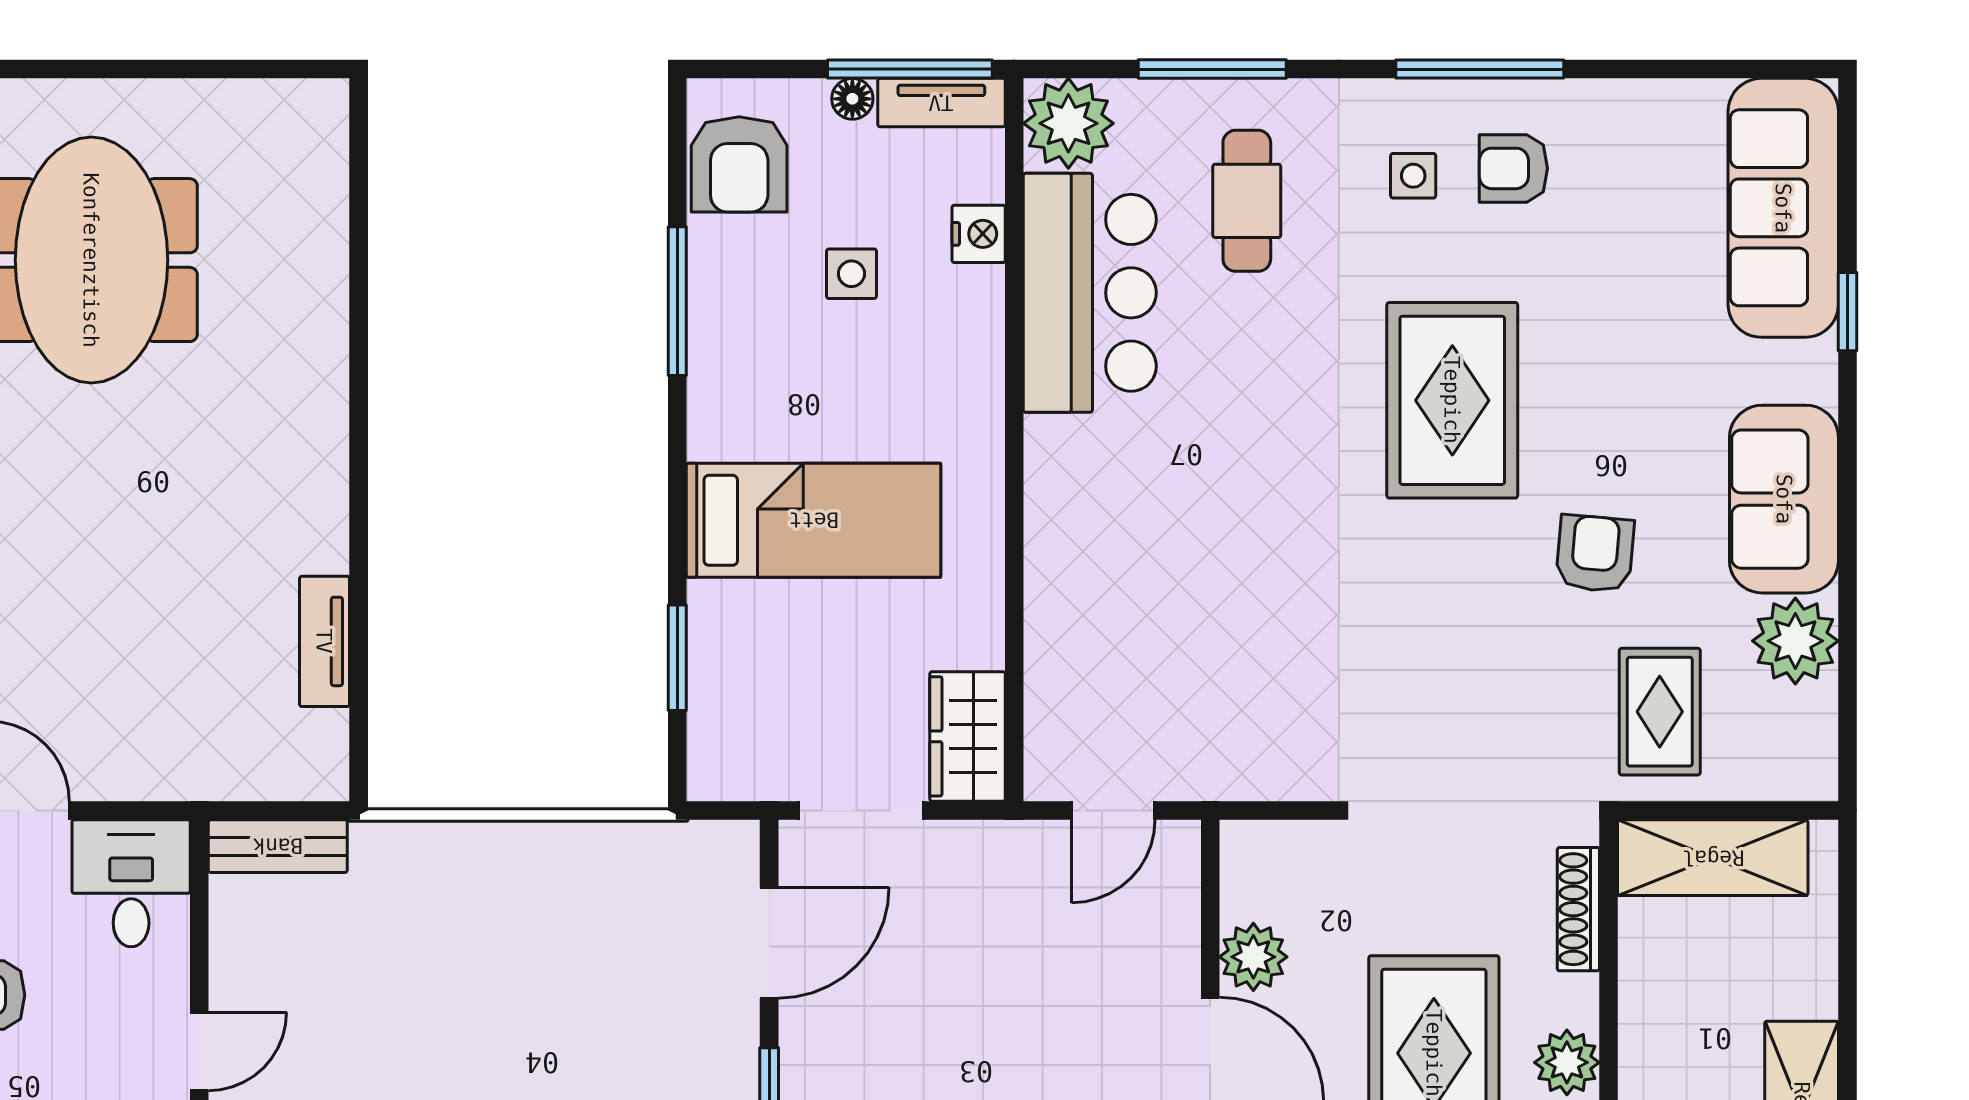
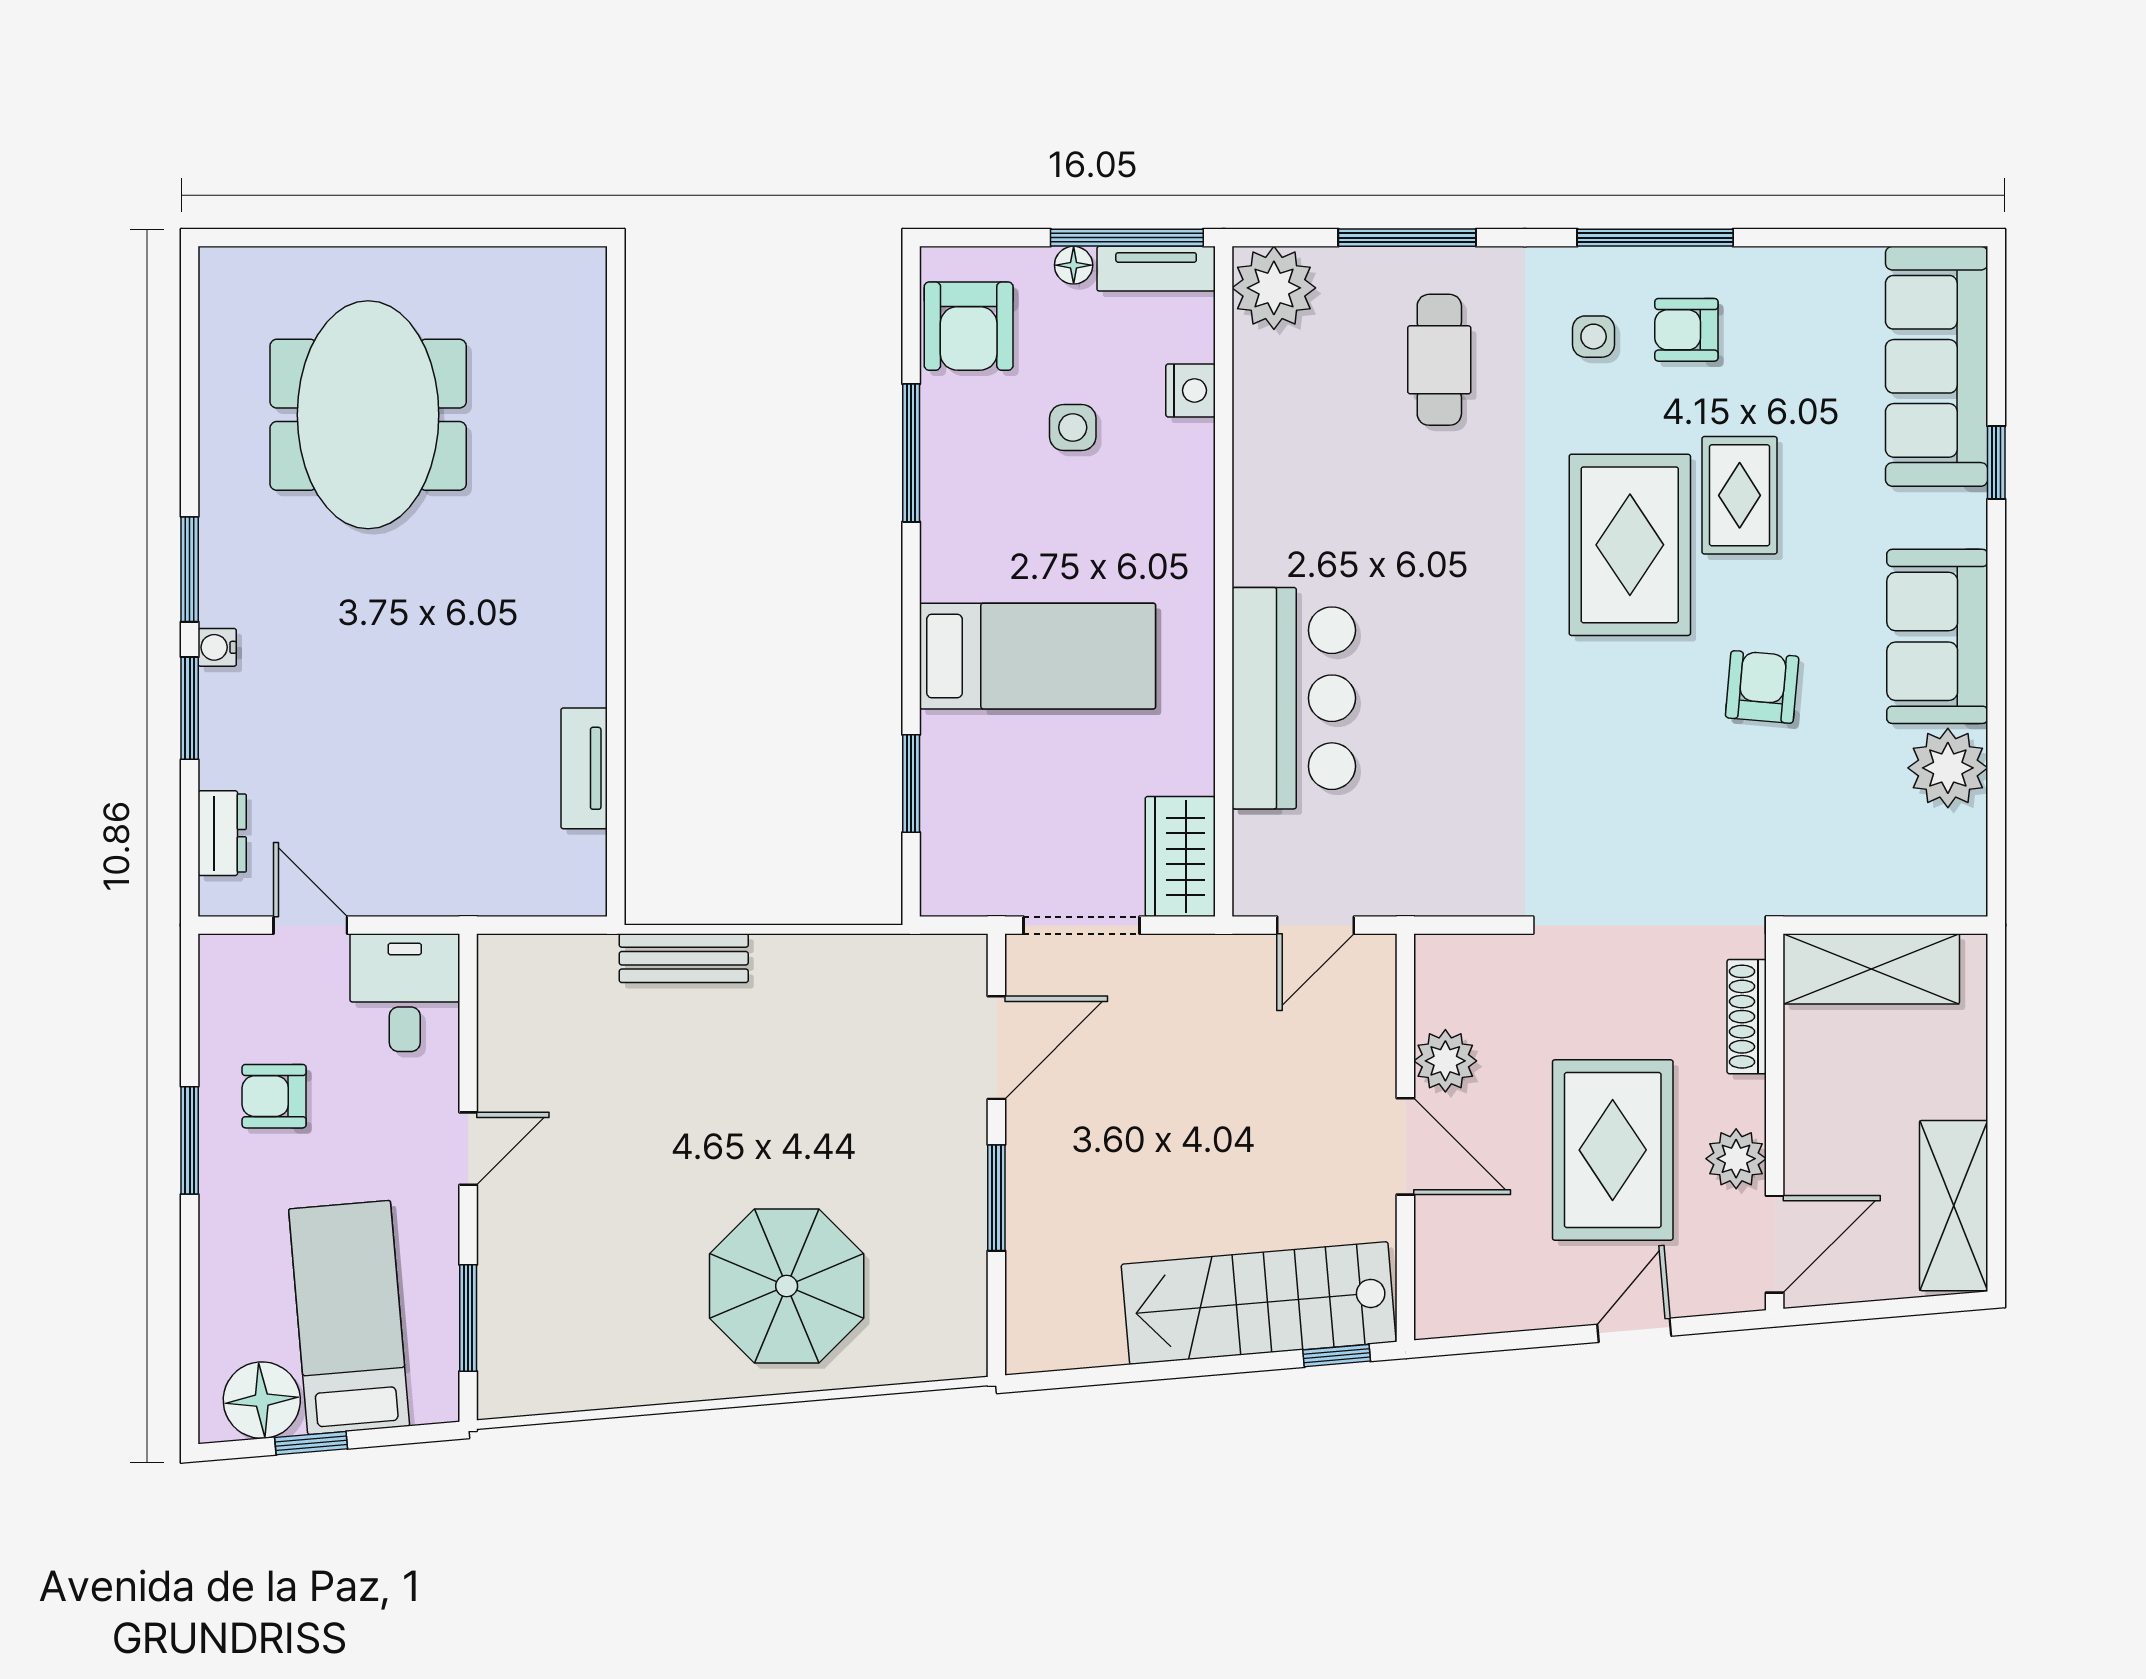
bar counter: (1090, 293) -> (1294, 698), moved
rug: (1660, 712) -> (1740, 495), moved
bench: (278, 846) -> (684, 958), moved

